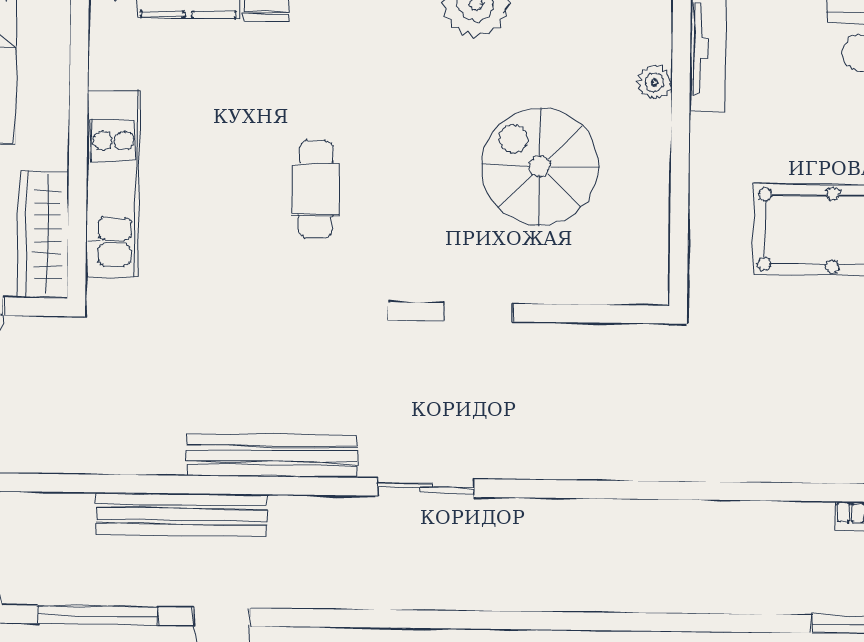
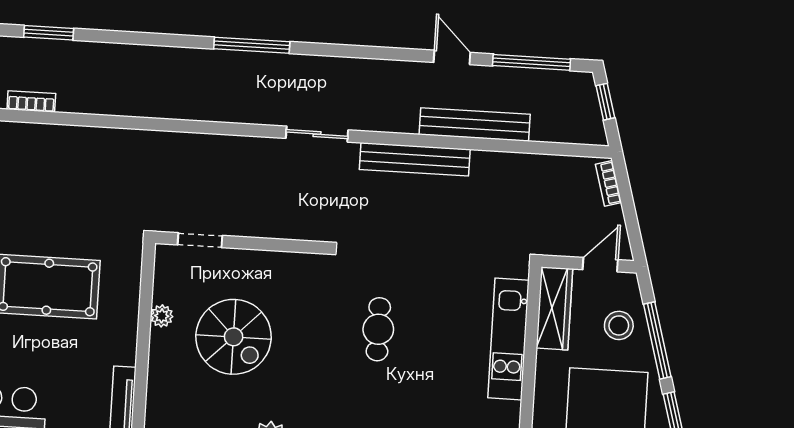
plant: (655, 82) -> (162, 316), moved
doorway: (478, 312) -> (200, 240), moved
window: (534, 621) -> (252, 45), added

